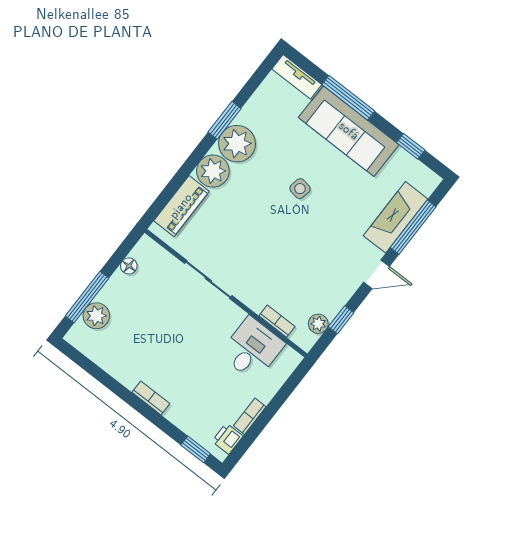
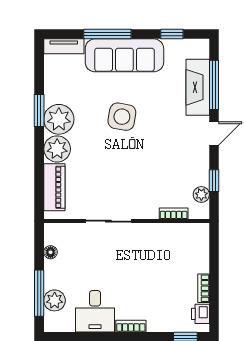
side table: (300, 189) -> (122, 117), width x1.87, depth x1.87
desk: (252, 349) -> (95, 311), moved, turned 180

